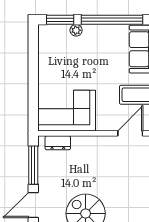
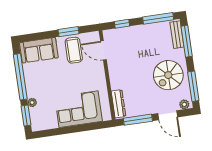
corner sofa: (67, 111) -> (79, 109), moved, turned 90
dresser: (58, 143) -> (118, 104), width x1.44

